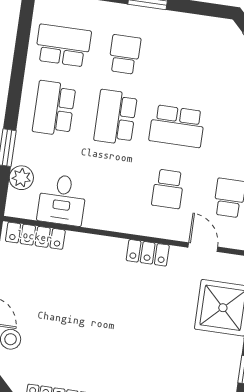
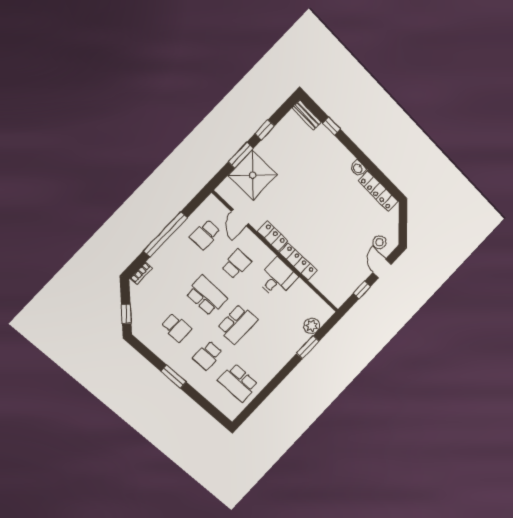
school desk: (54, 108) -> (176, 327), moved, width x0.54
desk: (62, 200) -> (277, 278), moved
locker: (35, 236) -> (298, 262), moved

